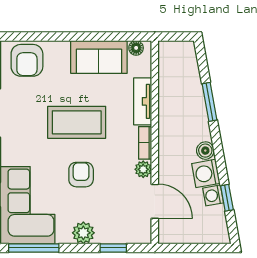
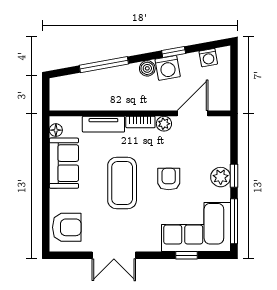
window: (209, 102) -> (104, 65), width x1.44
armchair: (81, 175) -> (169, 179), turned 90
washing machine: (213, 195) -> (208, 58), moved
window: (227, 198) -> (174, 52), moved
window: (113, 248) -> (234, 176), moved

